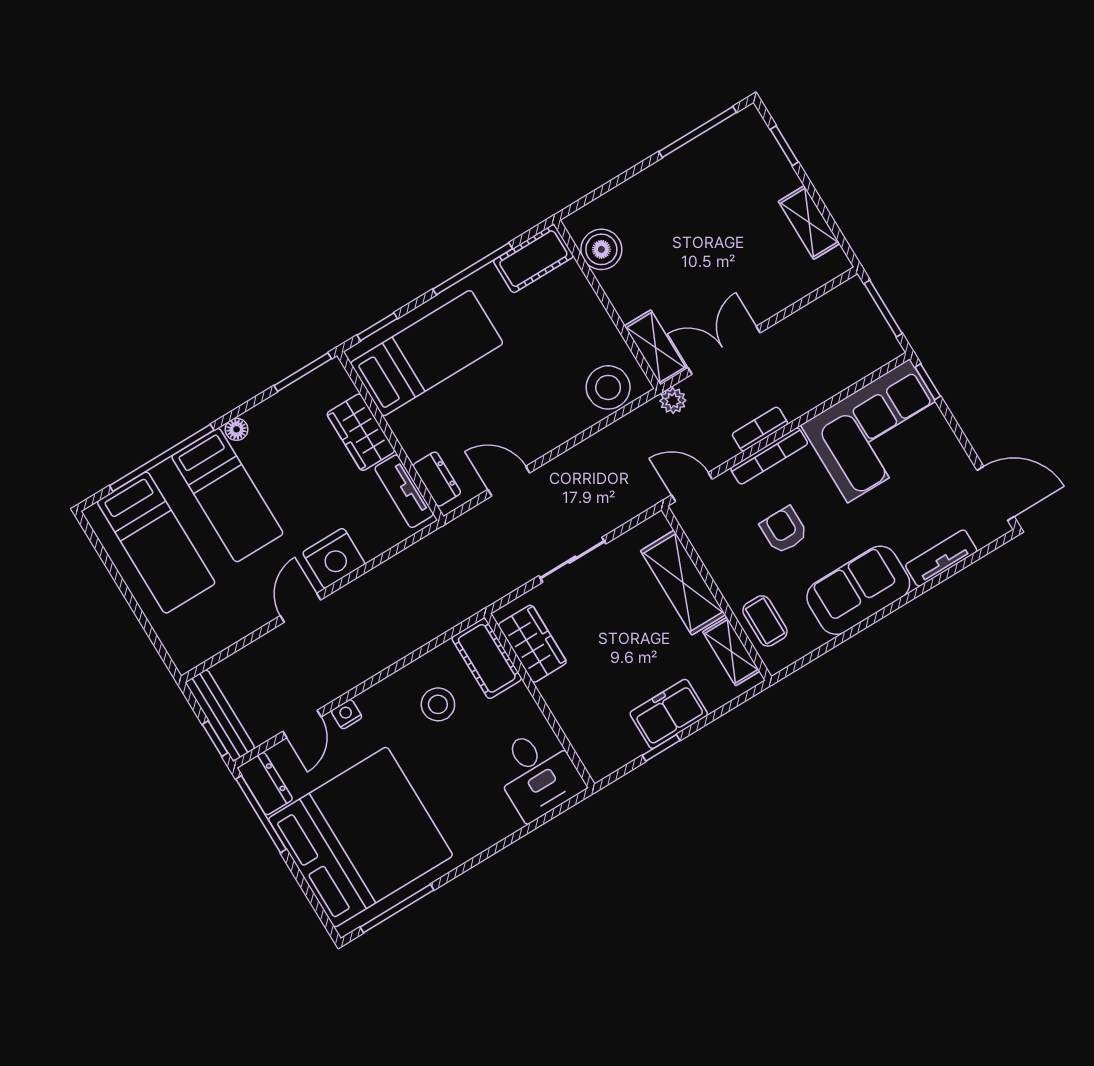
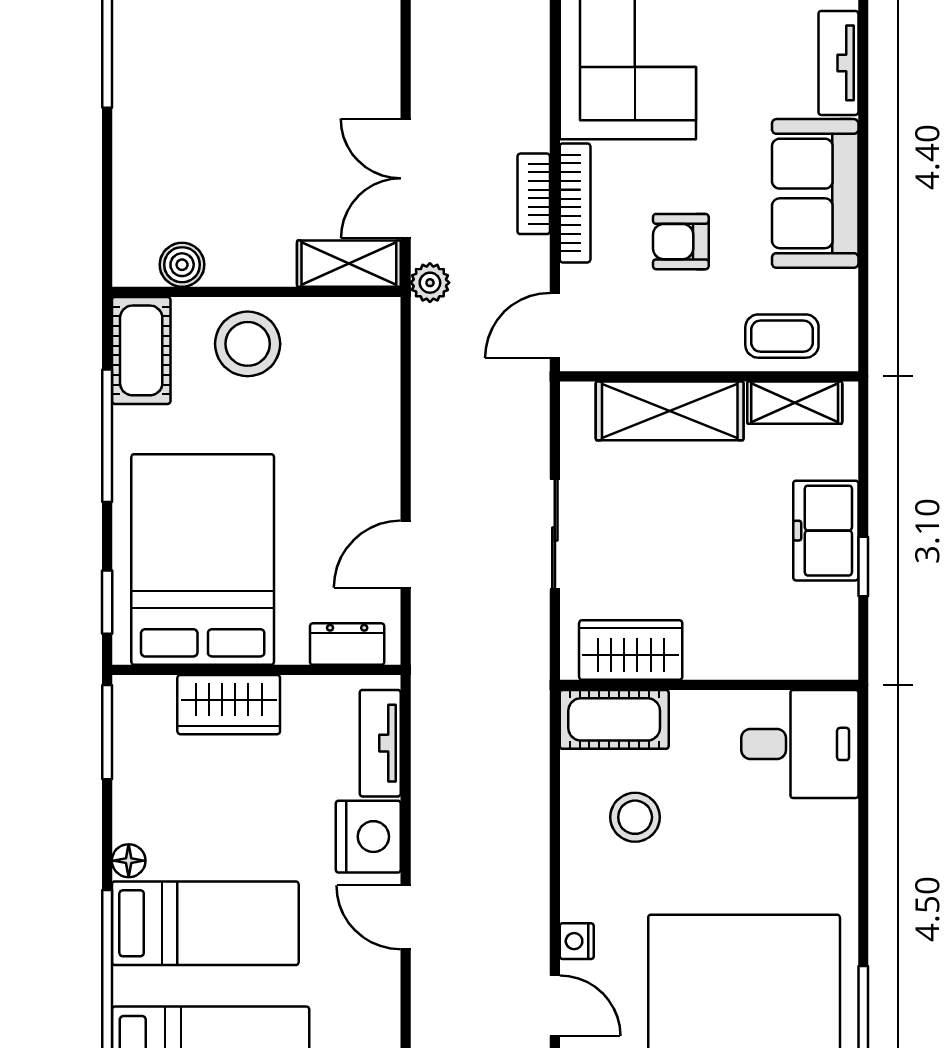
boiler: (601, 249) -> (182, 265), width x0.73, depth x0.73
bed: (427, 353) -> (203, 559), width x1.50
stool: (608, 387) -> (248, 344), moved
tv unit: (404, 491) -> (380, 743), moved, turned 90

